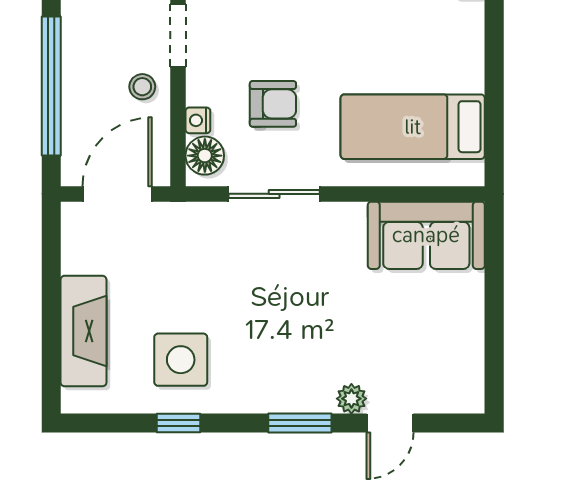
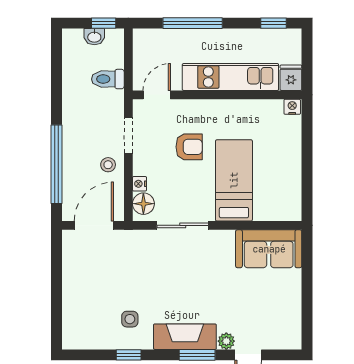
armchair: (273, 104) -> (189, 147), moved
bed: (413, 127) -> (234, 180), moved, turned 90
fireplace: (83, 331) -> (185, 337), moved, turned -90
side table: (181, 360) -> (130, 319), width x0.54, depth x0.54

